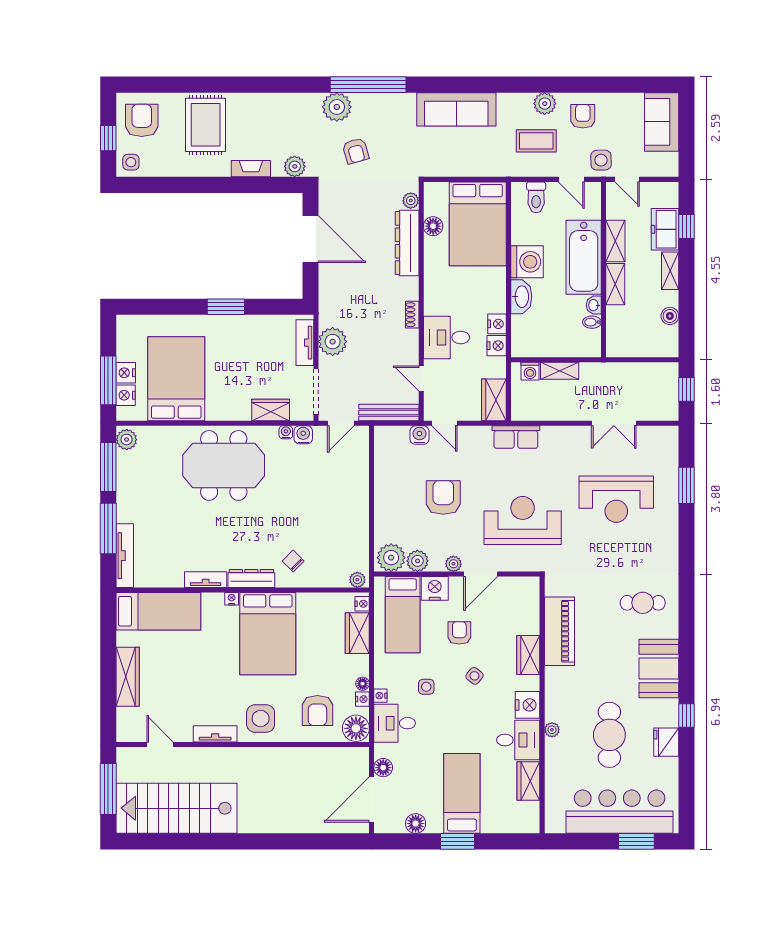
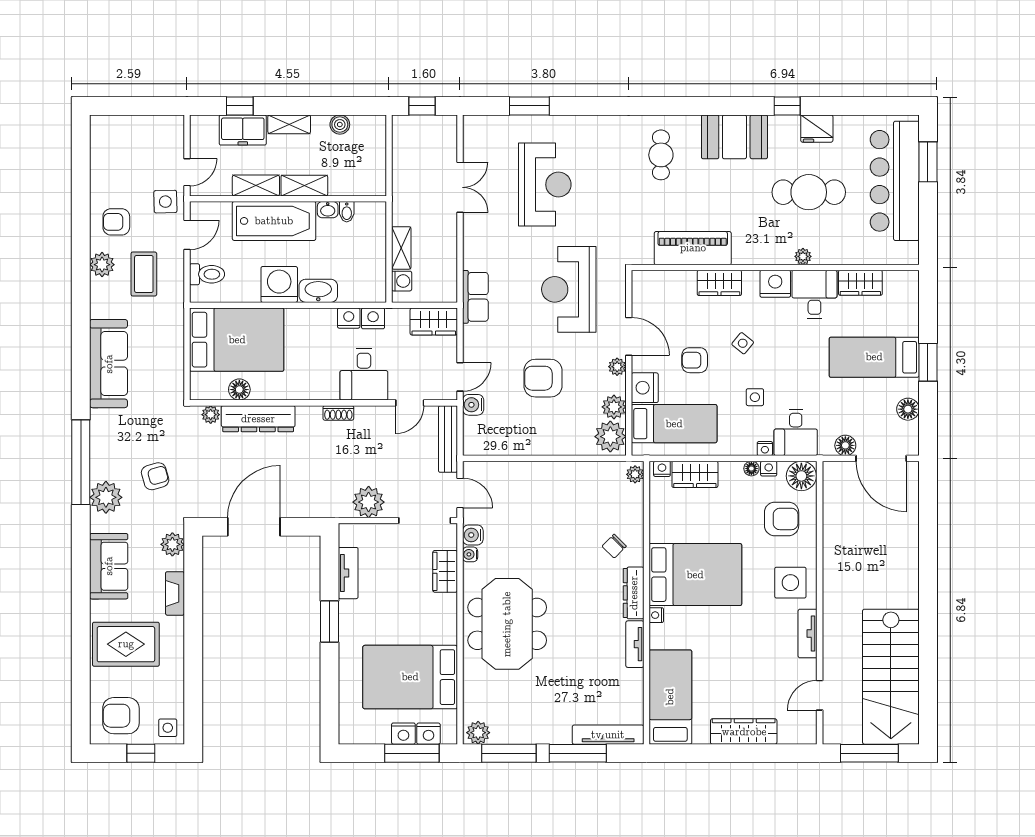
sofa: (662, 122) -> (109, 566), moved, turned -90
tv unit: (305, 343) -> (348, 573), moved, turned -90

